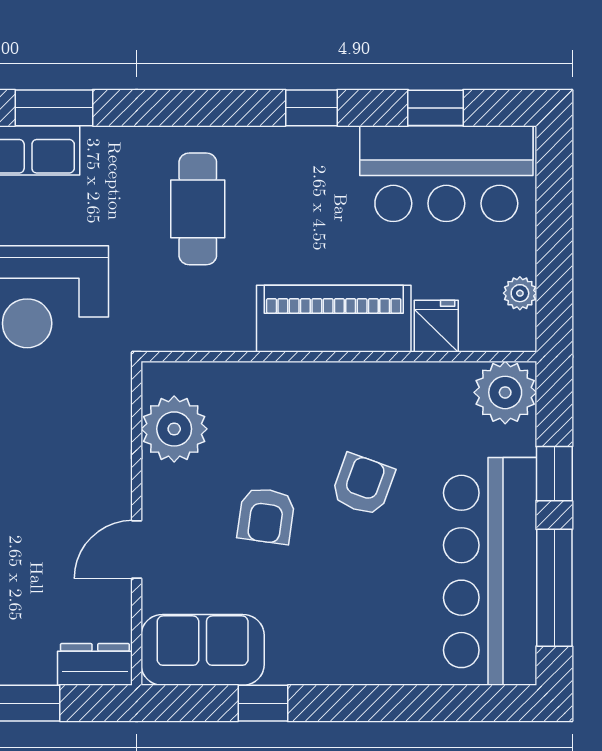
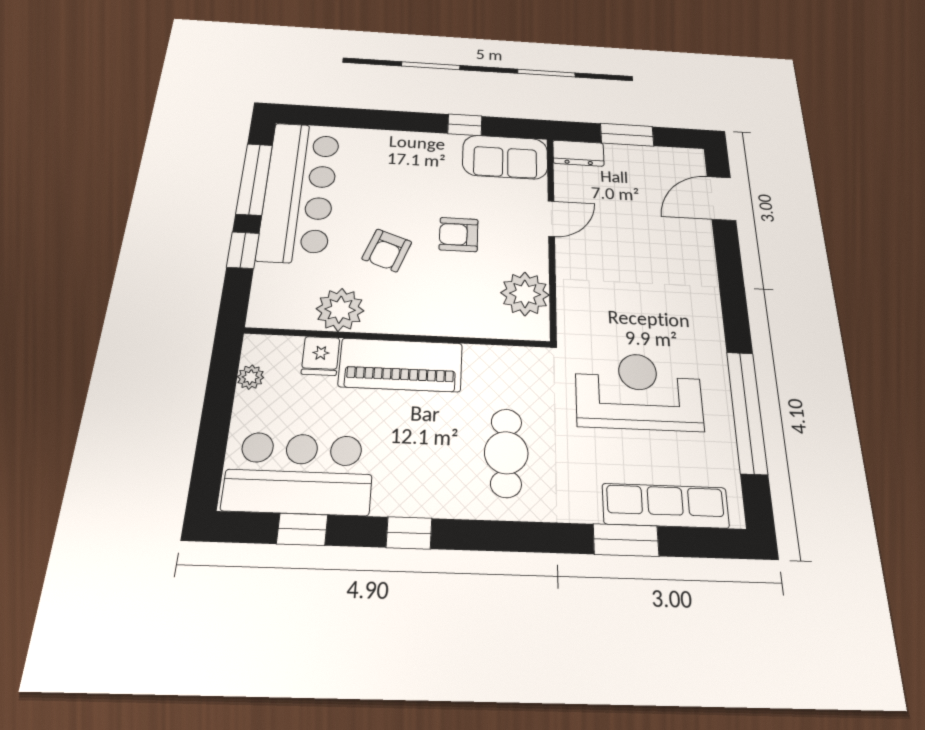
plant: (505, 392) -> (340, 310), moved
armchair: (266, 516) -> (459, 235), turned -98

